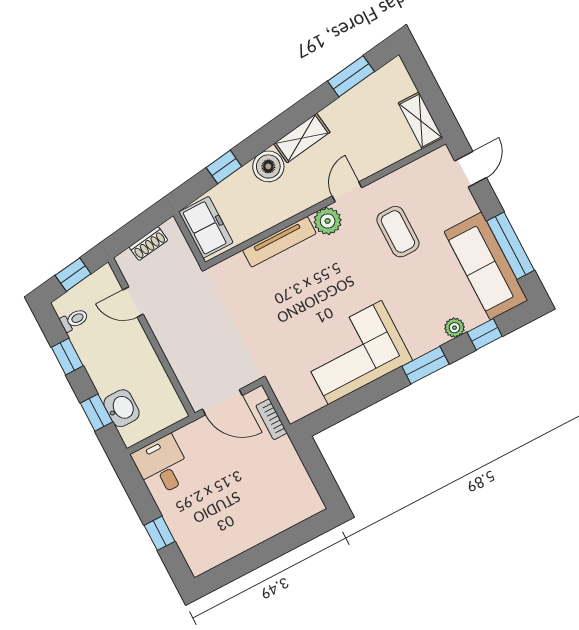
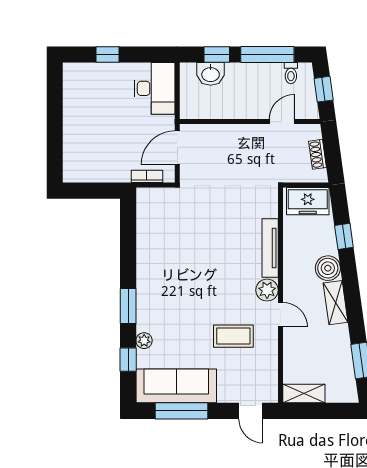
corner sofa: (355, 353) -> (163, 261), removed
window: (67, 357) -> (267, 55), width x2.17
desk: (162, 466) -> (155, 88), width x1.37

